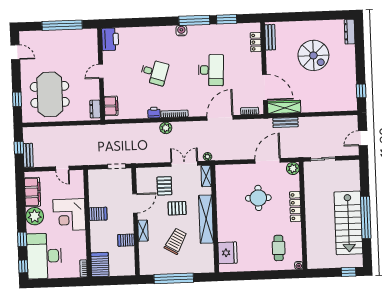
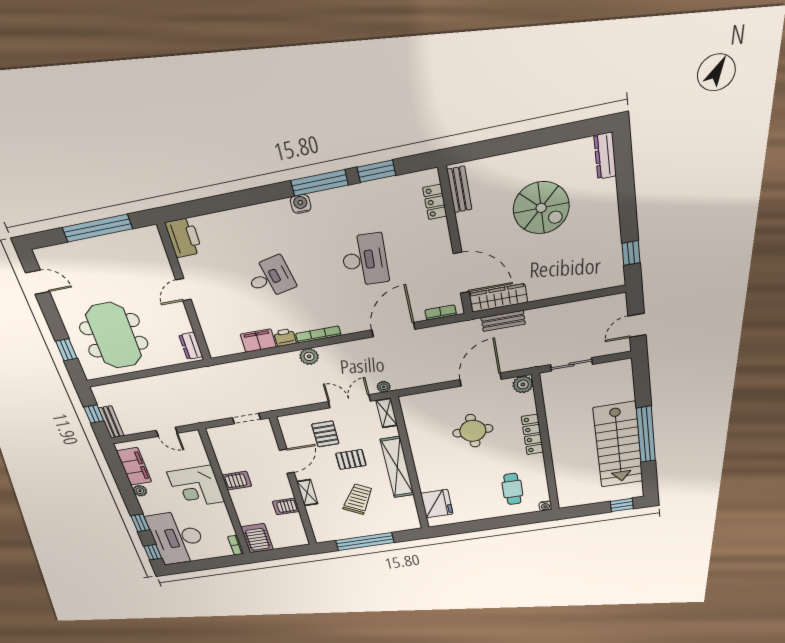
desk: (154, 72) -> (270, 278), turned -30
filing cabinet: (111, 106) -> (258, 341), moved, turned -90
plant: (35, 216) -> (140, 491), width x0.53, depth x0.53

